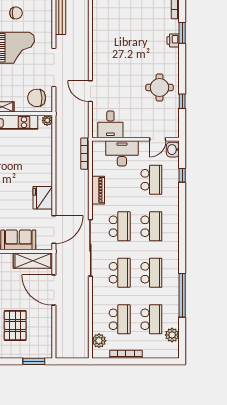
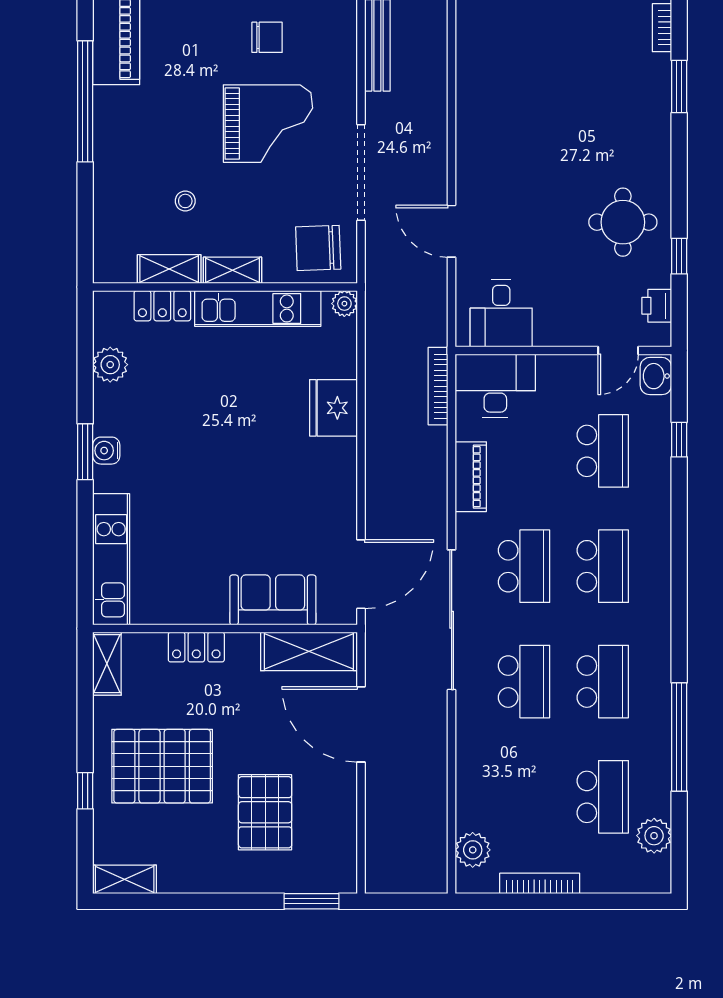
printer: (173, 40) -> (657, 306), moved
desk: (122, 153) -> (495, 386), moved
fridge: (43, 198) -> (333, 408), moved
school desk: (120, 319) -> (524, 797), removed

